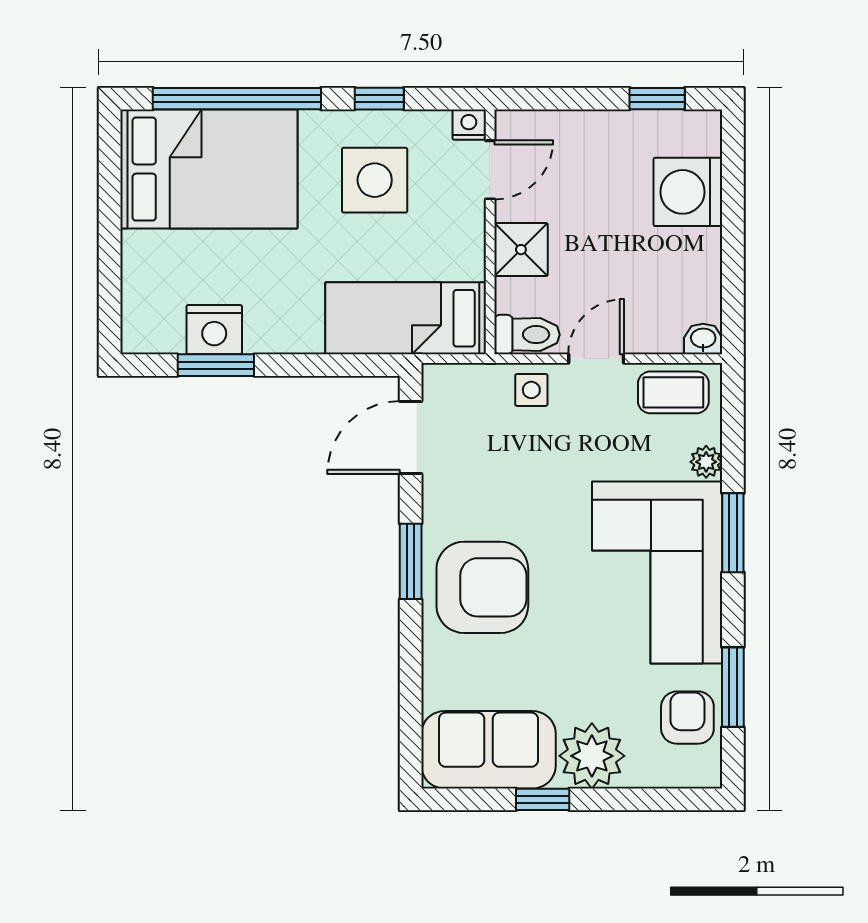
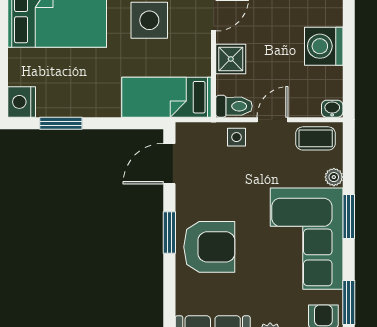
washing machine: (688, 192) -> (324, 46), moved
nightstand: (214, 330) -> (22, 102), moved, turned 90

